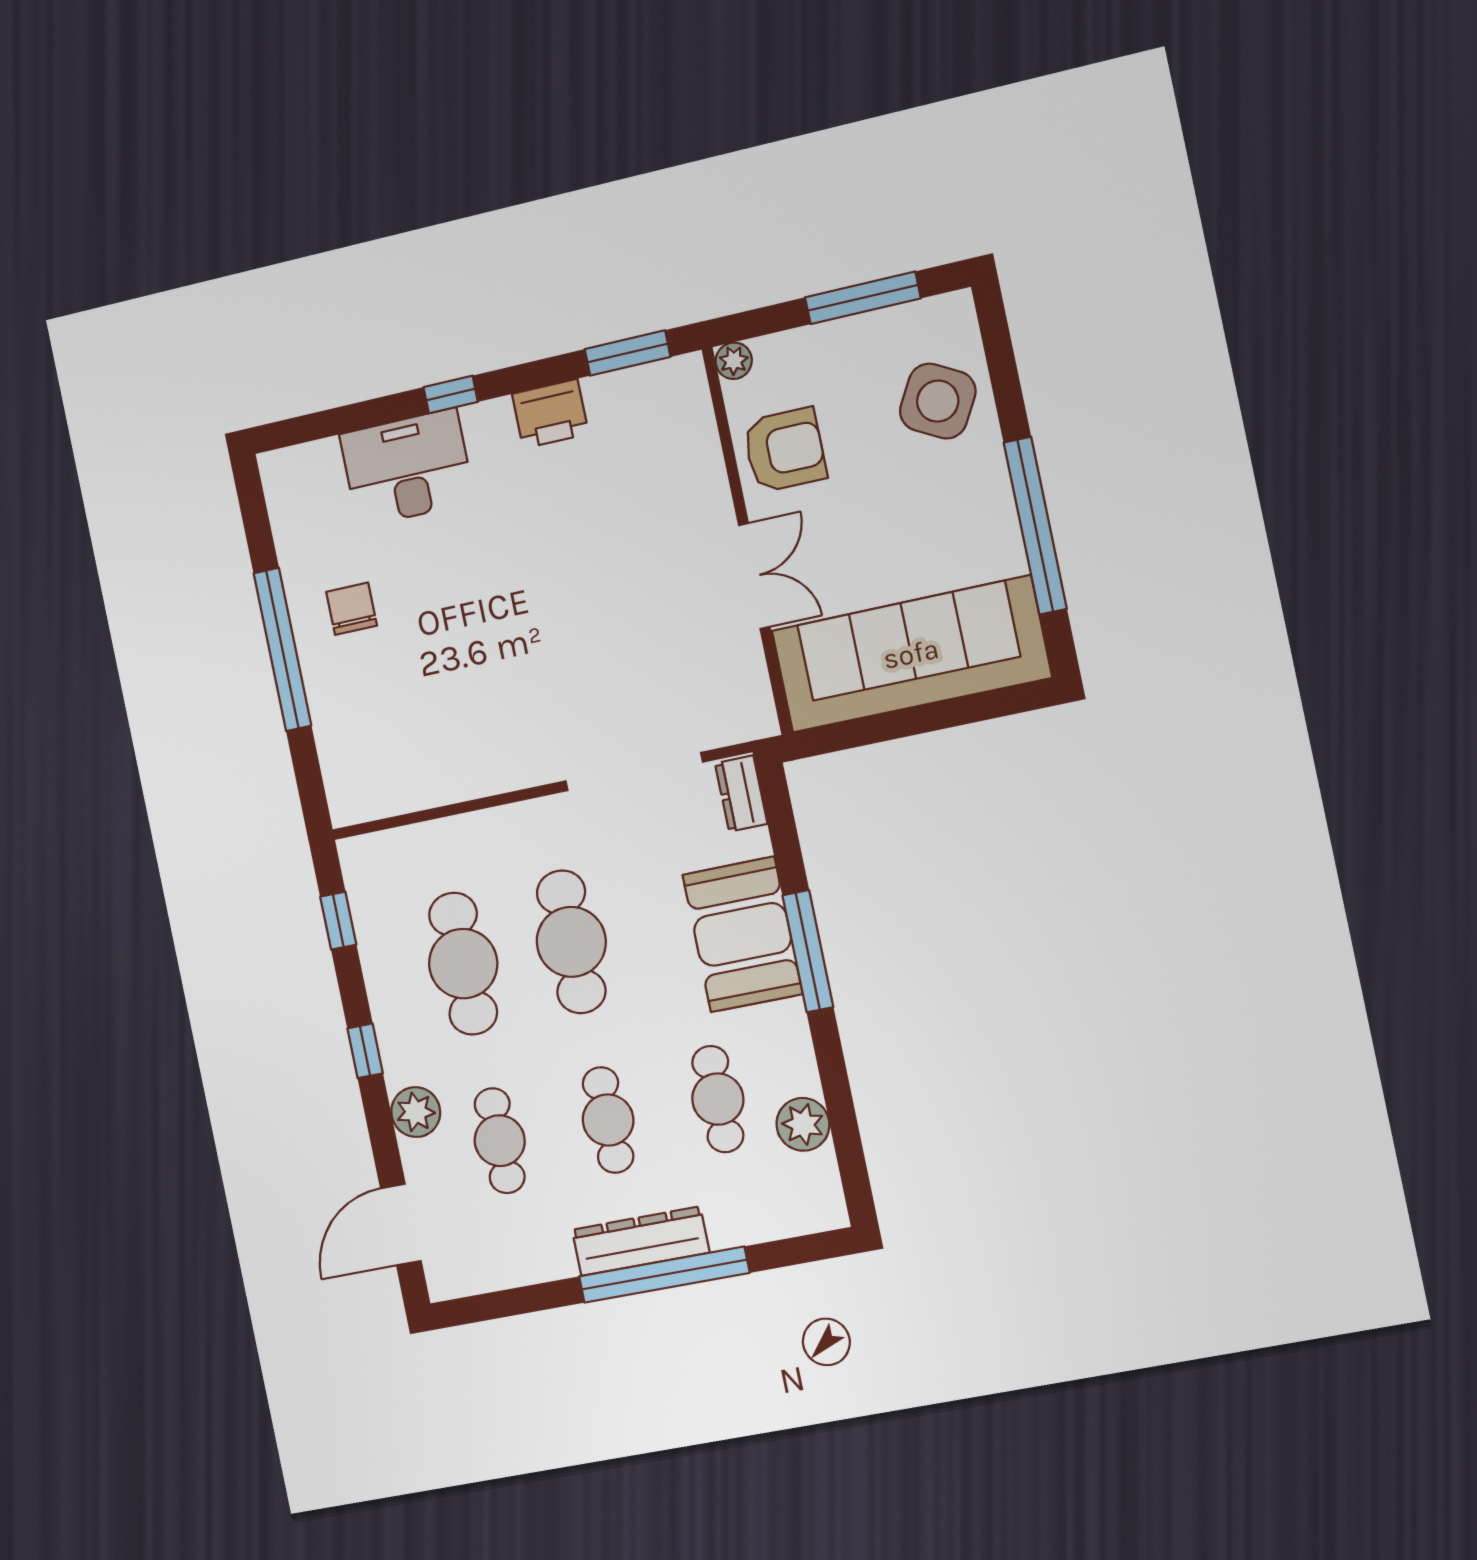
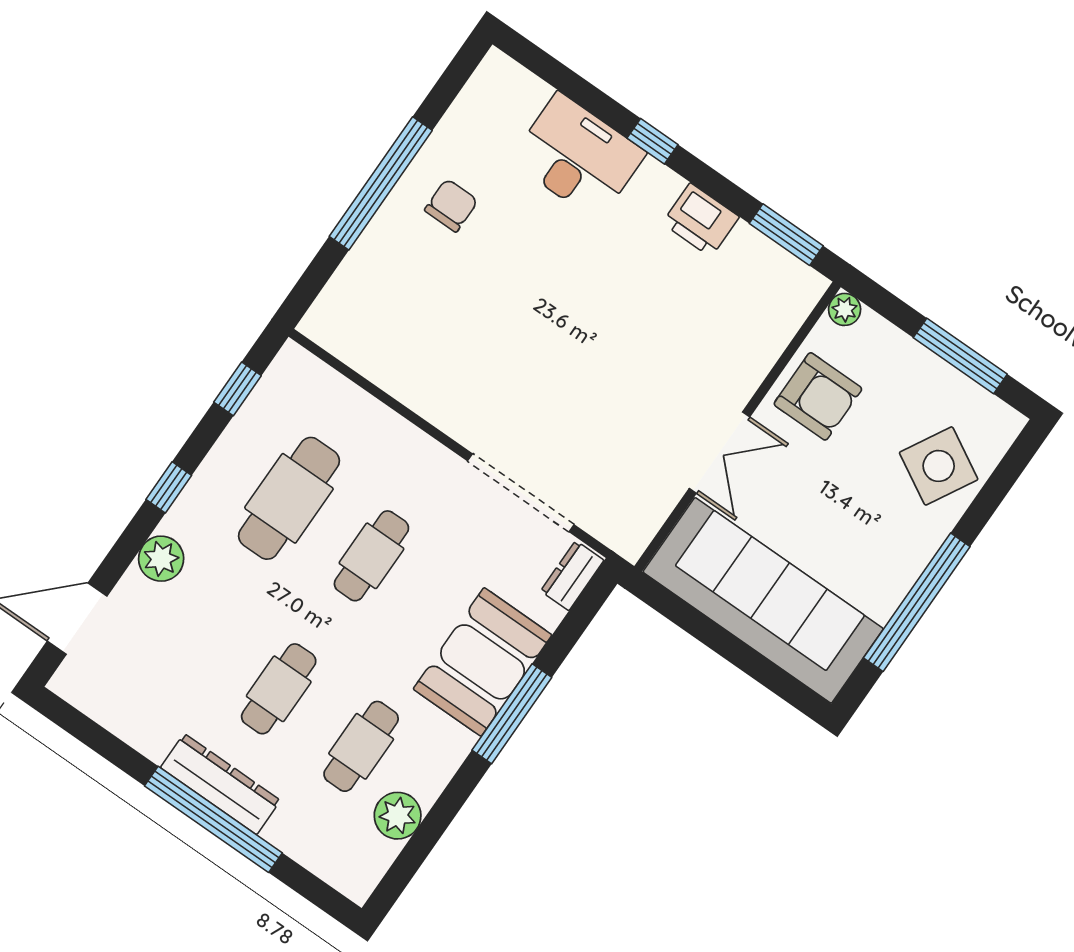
cafe table: (571, 942) -> (371, 556), width x0.73, depth x0.74
cafe table: (500, 1141) -> (196, 631), removed

